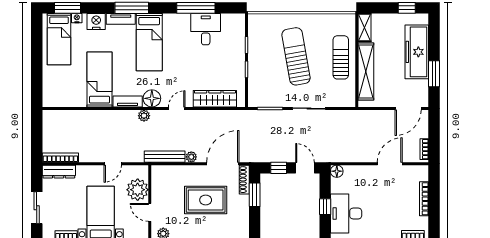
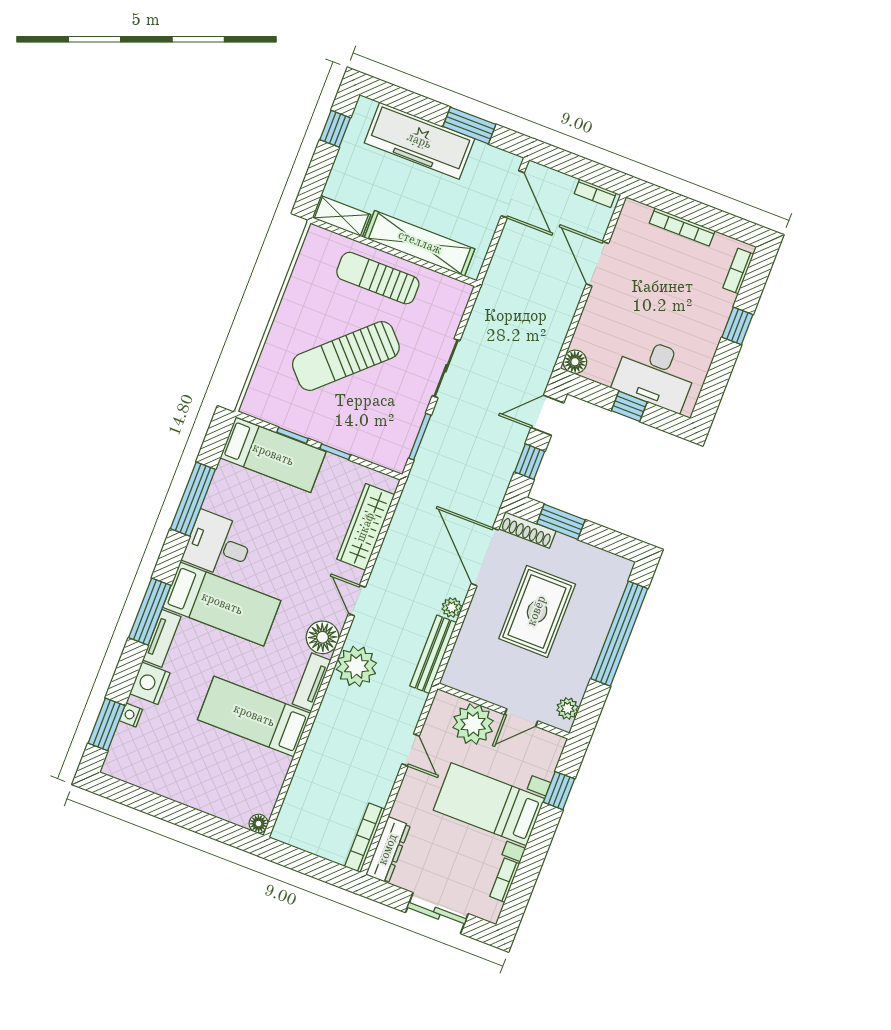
desk: (206, 29) -> (218, 545), moved
bed: (59, 39) -> (273, 455), moved
sun lounger: (296, 56) -> (346, 356), turned -33
floor lamp: (47, 102) -> (258, 824), added
plant: (144, 116) -> (356, 666), width x1.88, depth x1.88

